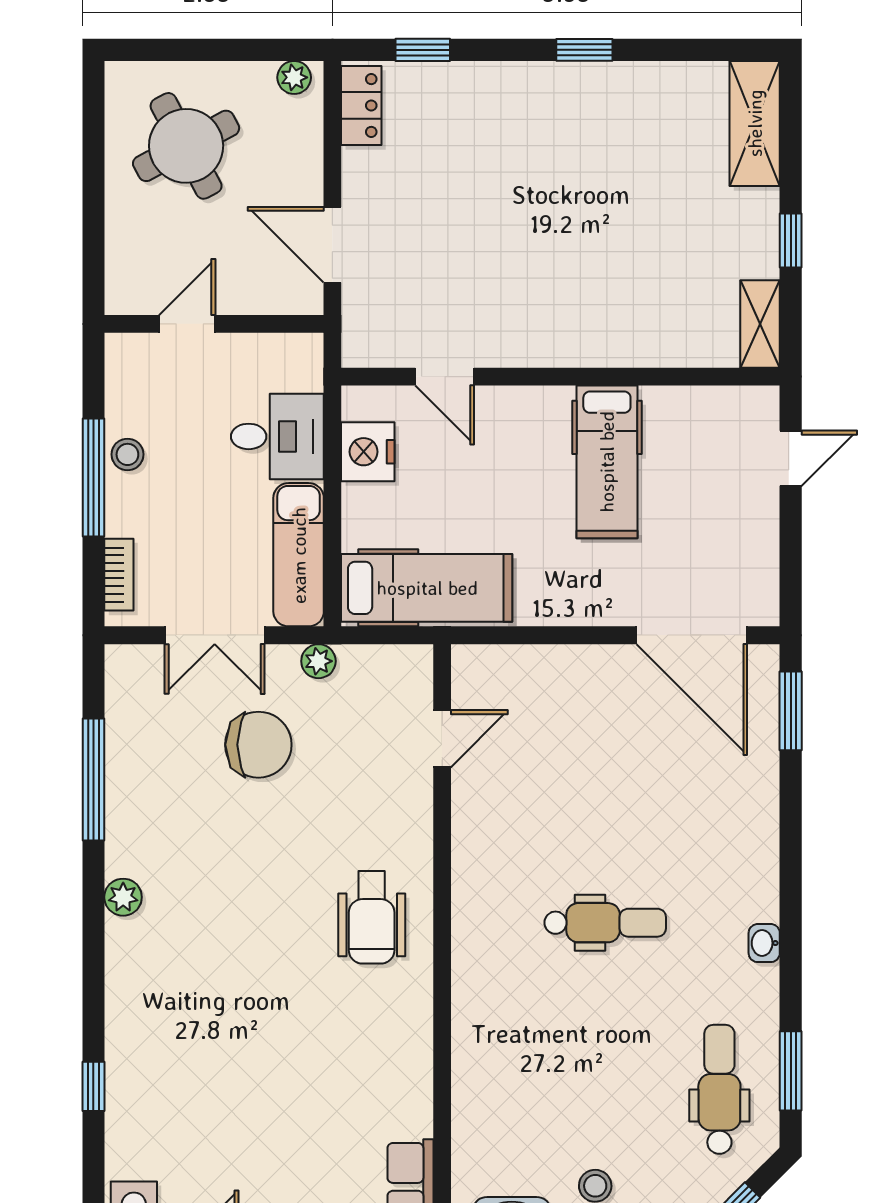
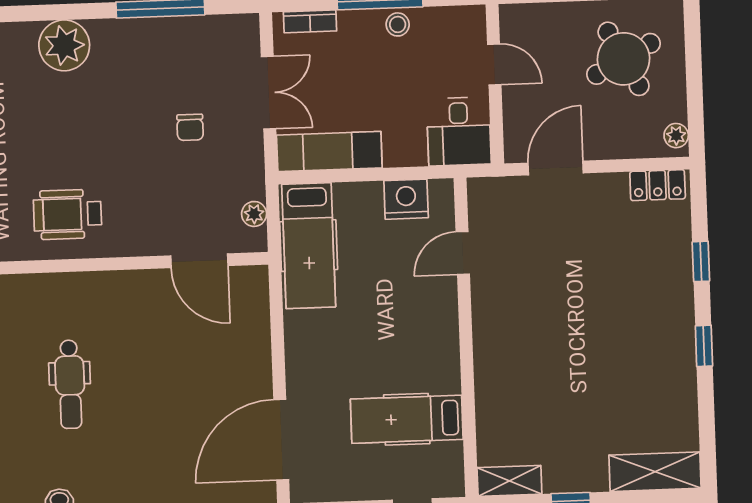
window: (423, 50) -> (701, 261), moved
desk: (277, 436) -> (459, 131), moved
hospital bed: (607, 462) -> (407, 419), moved
double door: (215, 635) -> (269, 93), swing flipped
plant: (318, 661) -> (254, 214), moved
door: (442, 739) -> (199, 261), width x1.37
chair: (258, 745) -> (190, 127), width x0.54, depth x0.54
plant: (123, 897) -> (64, 45), width x1.87, depth x1.87

